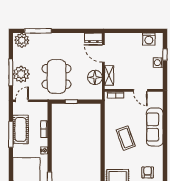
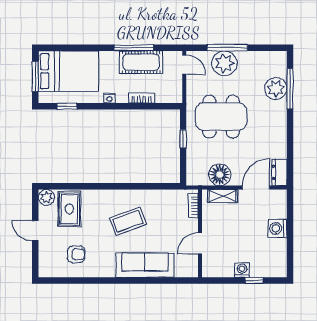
washing machine: (149, 39) -> (278, 228), moved
plant: (22, 40) -> (276, 88), moved

